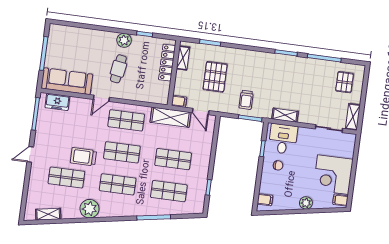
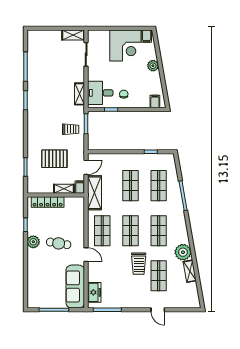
shelving: (183, 58) -> (64, 189), moved
pallet: (345, 82) -> (44, 46), removed
door: (30, 154) -> (158, 310), moved
shelving: (48, 214) -> (190, 271), moved

